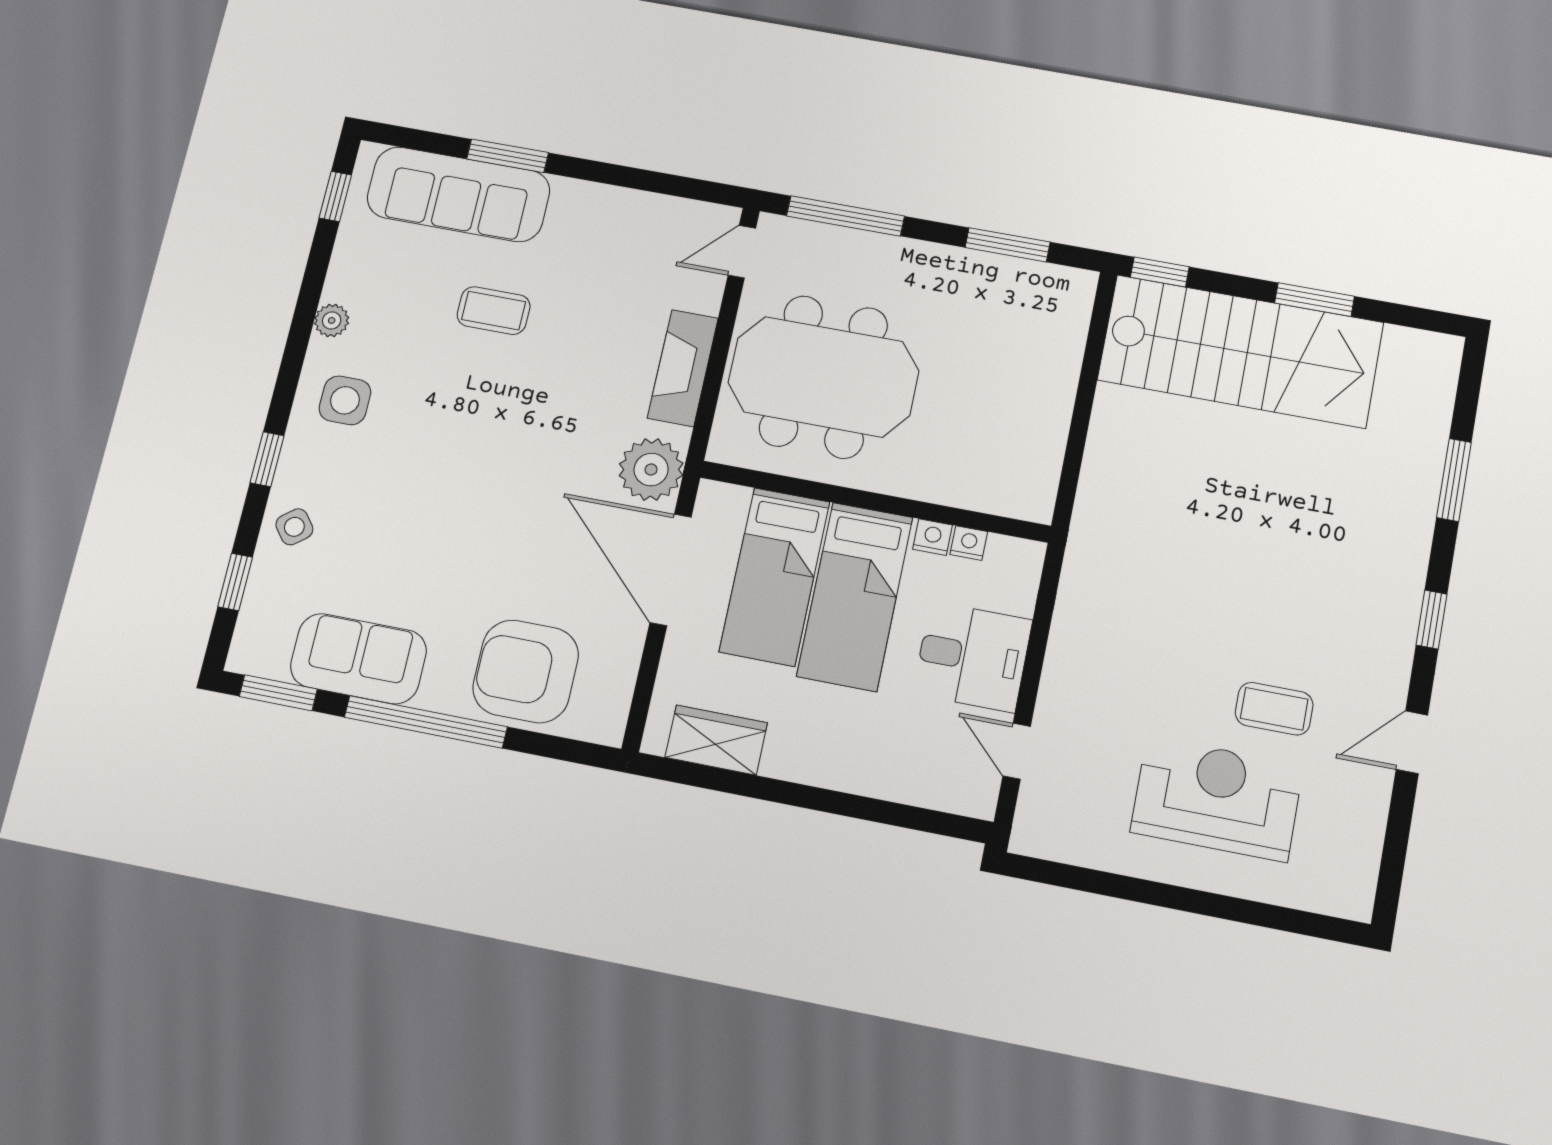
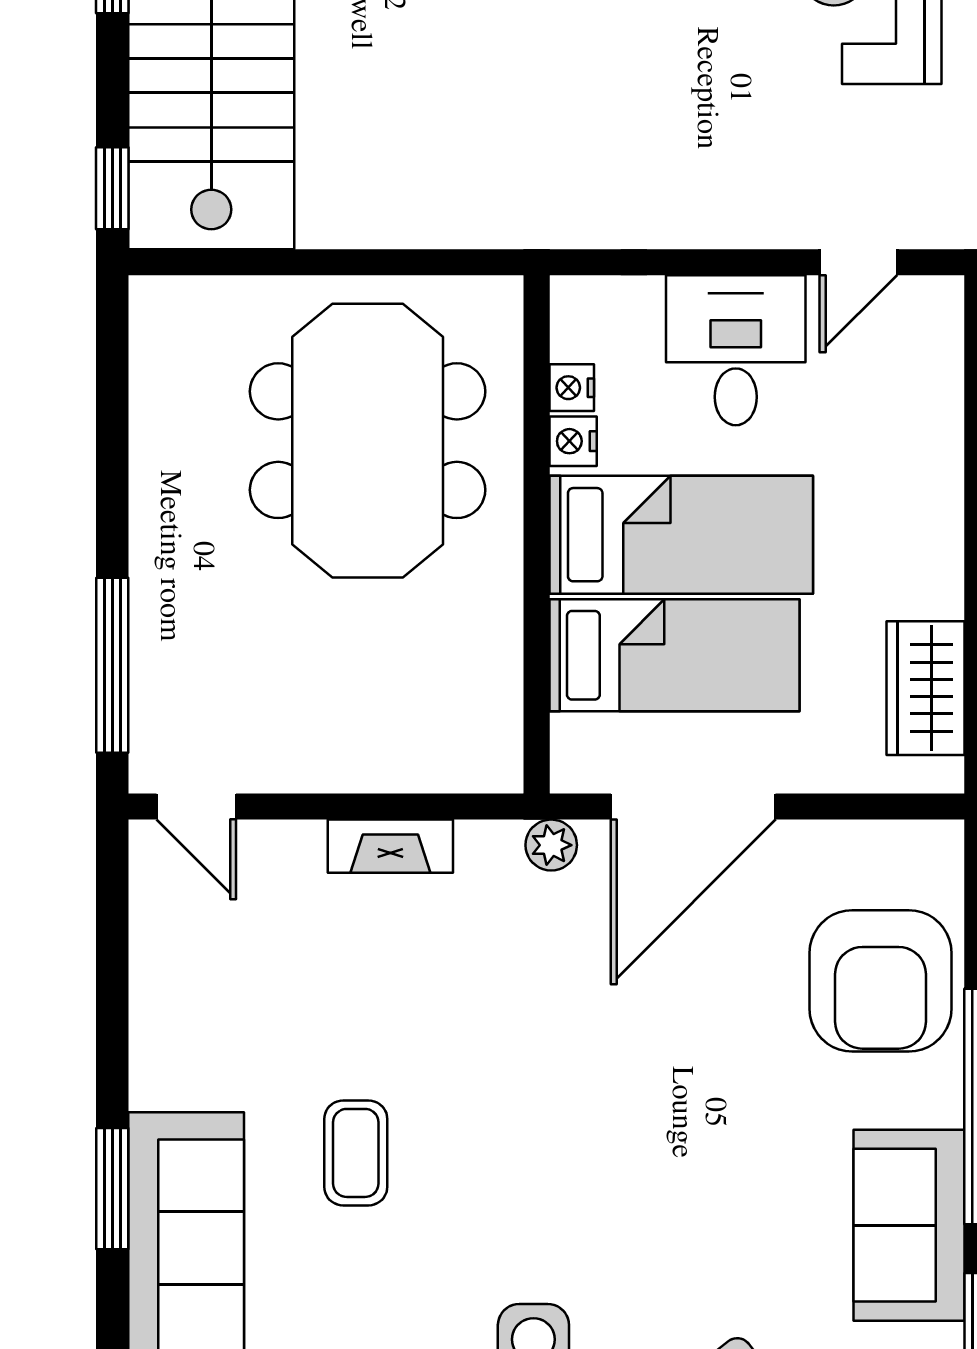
window: (1008, 245) -> (112, 418), removed
fireplace: (683, 368) -> (390, 846), width x0.73, depth x0.76
meeting table: (824, 377) -> (368, 441), moved
plant: (651, 470) -> (551, 845), width x0.53, depth x0.53

